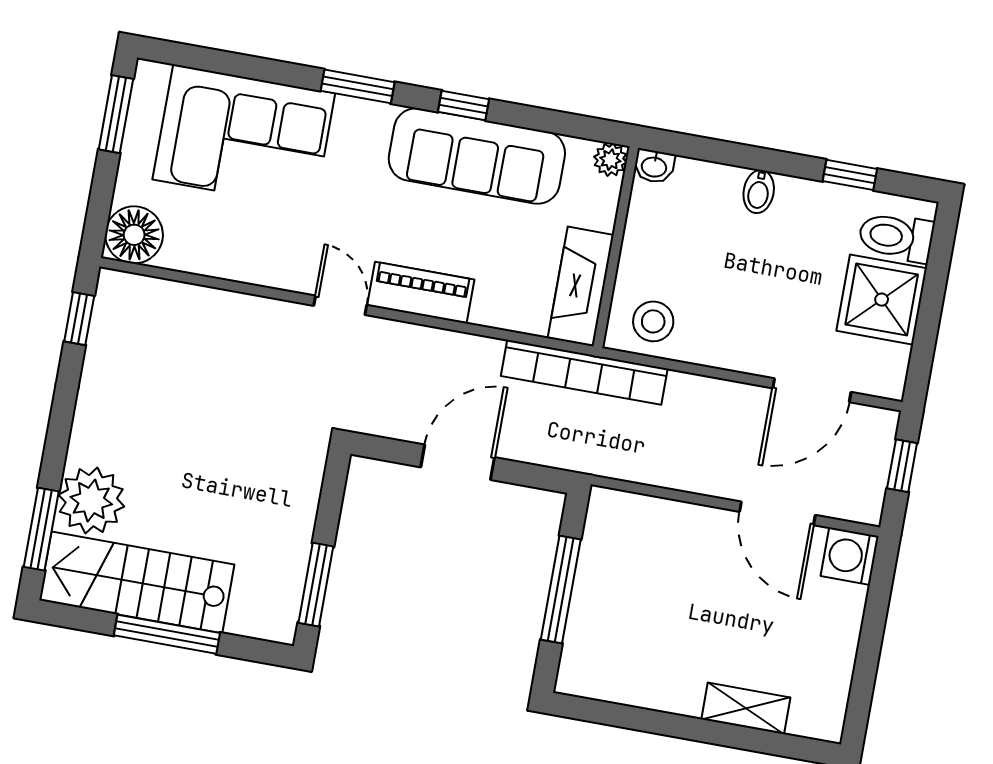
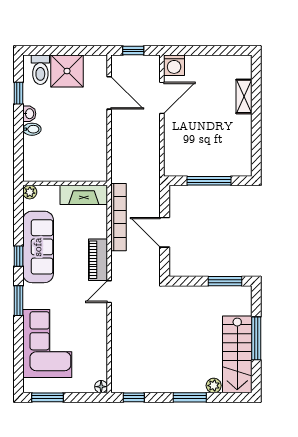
washbasin: (654, 166) -> (29, 114), moved
floor lamp: (134, 235) -> (101, 387), width x0.53, depth x0.53
stool: (653, 321) -> (93, 163), removed
bookcase: (584, 372) -> (119, 217), moved
plant: (91, 501) -> (214, 386), width x0.53, depth x0.53
window: (41, 529) -> (190, 397), moved

